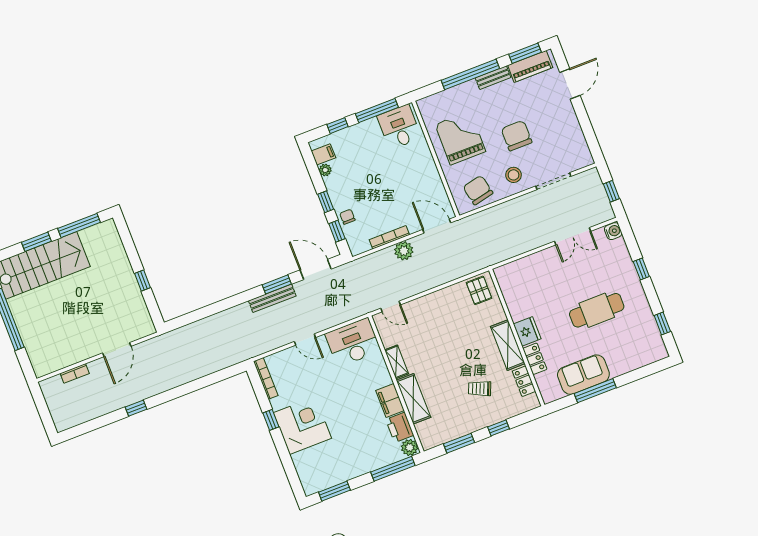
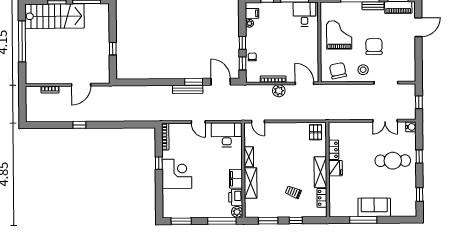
cafe table: (597, 310) -> (393, 161), moved
locker: (535, 359) -> (333, 150), moved
sofa: (583, 375) -> (374, 207), moved

